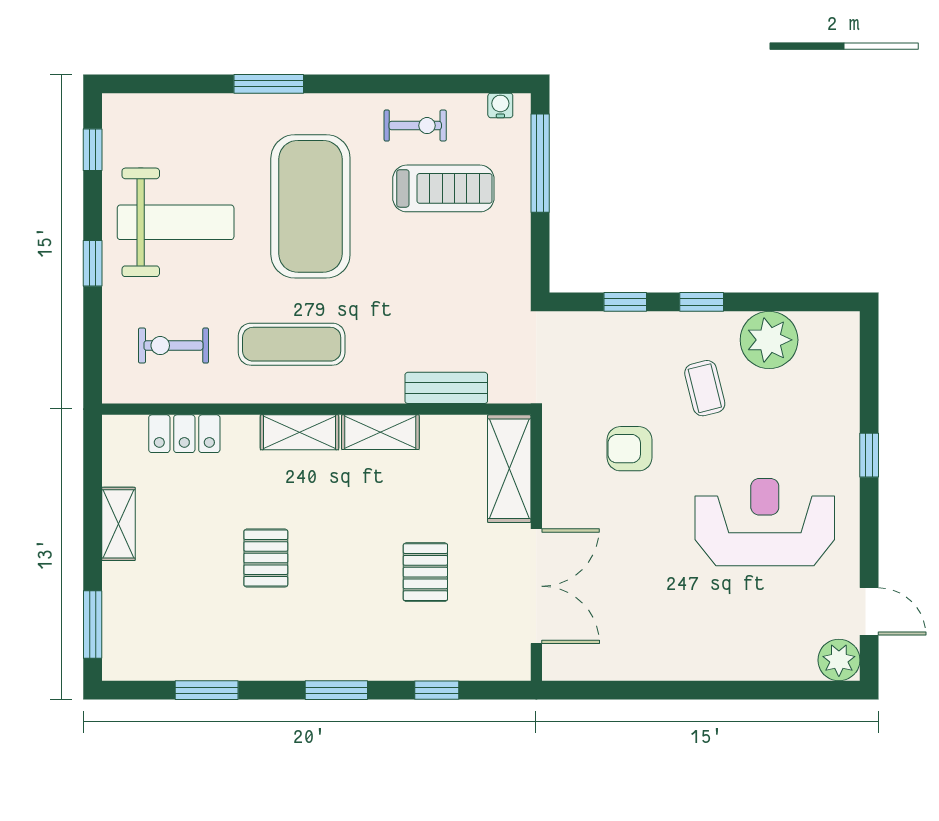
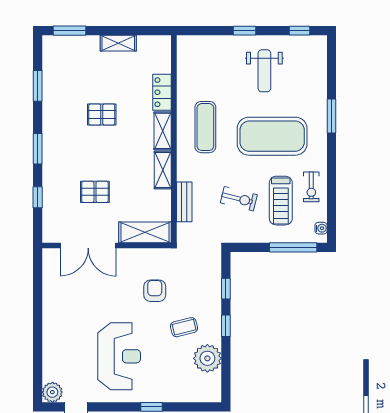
weight bench: (176, 222) -> (264, 71), width x0.73, depth x0.75
exercise bike: (173, 346) -> (239, 199), moved, turned 104
locker: (184, 434) -> (162, 92), moved

